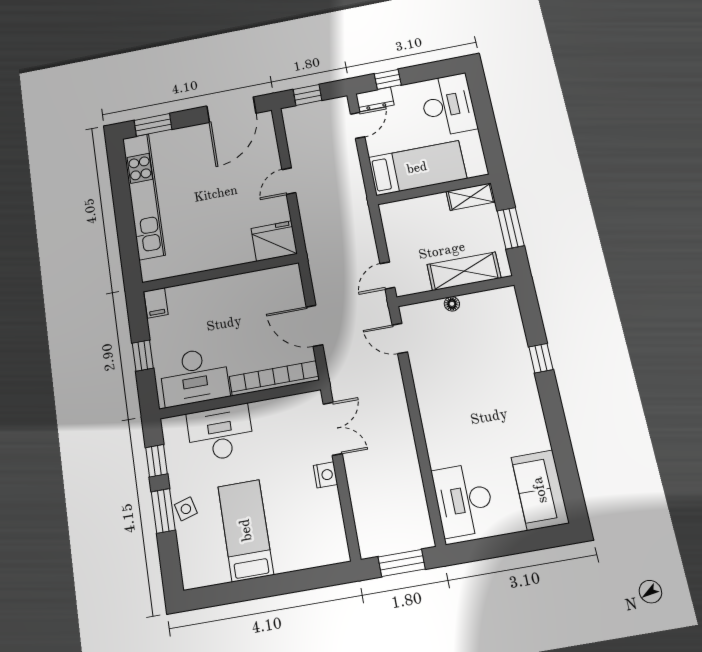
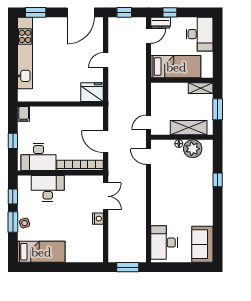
plant: (480, 309) -> (193, 149), added
bed: (246, 530) -> (41, 252), moved, turned 90

